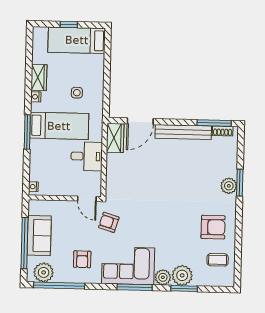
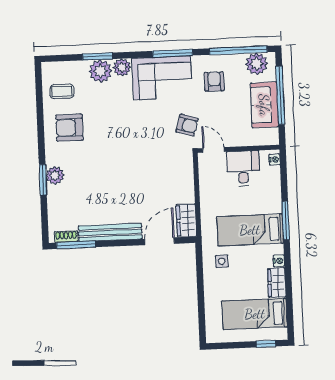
window: (69, 25) -> (266, 344), moved
bed: (77, 40) -> (255, 314), moved, turned 180
side table: (77, 93) -> (222, 261), moved
desk: (87, 156) -> (243, 168), moved, turned 90
window: (135, 287) -> (173, 53), moved

